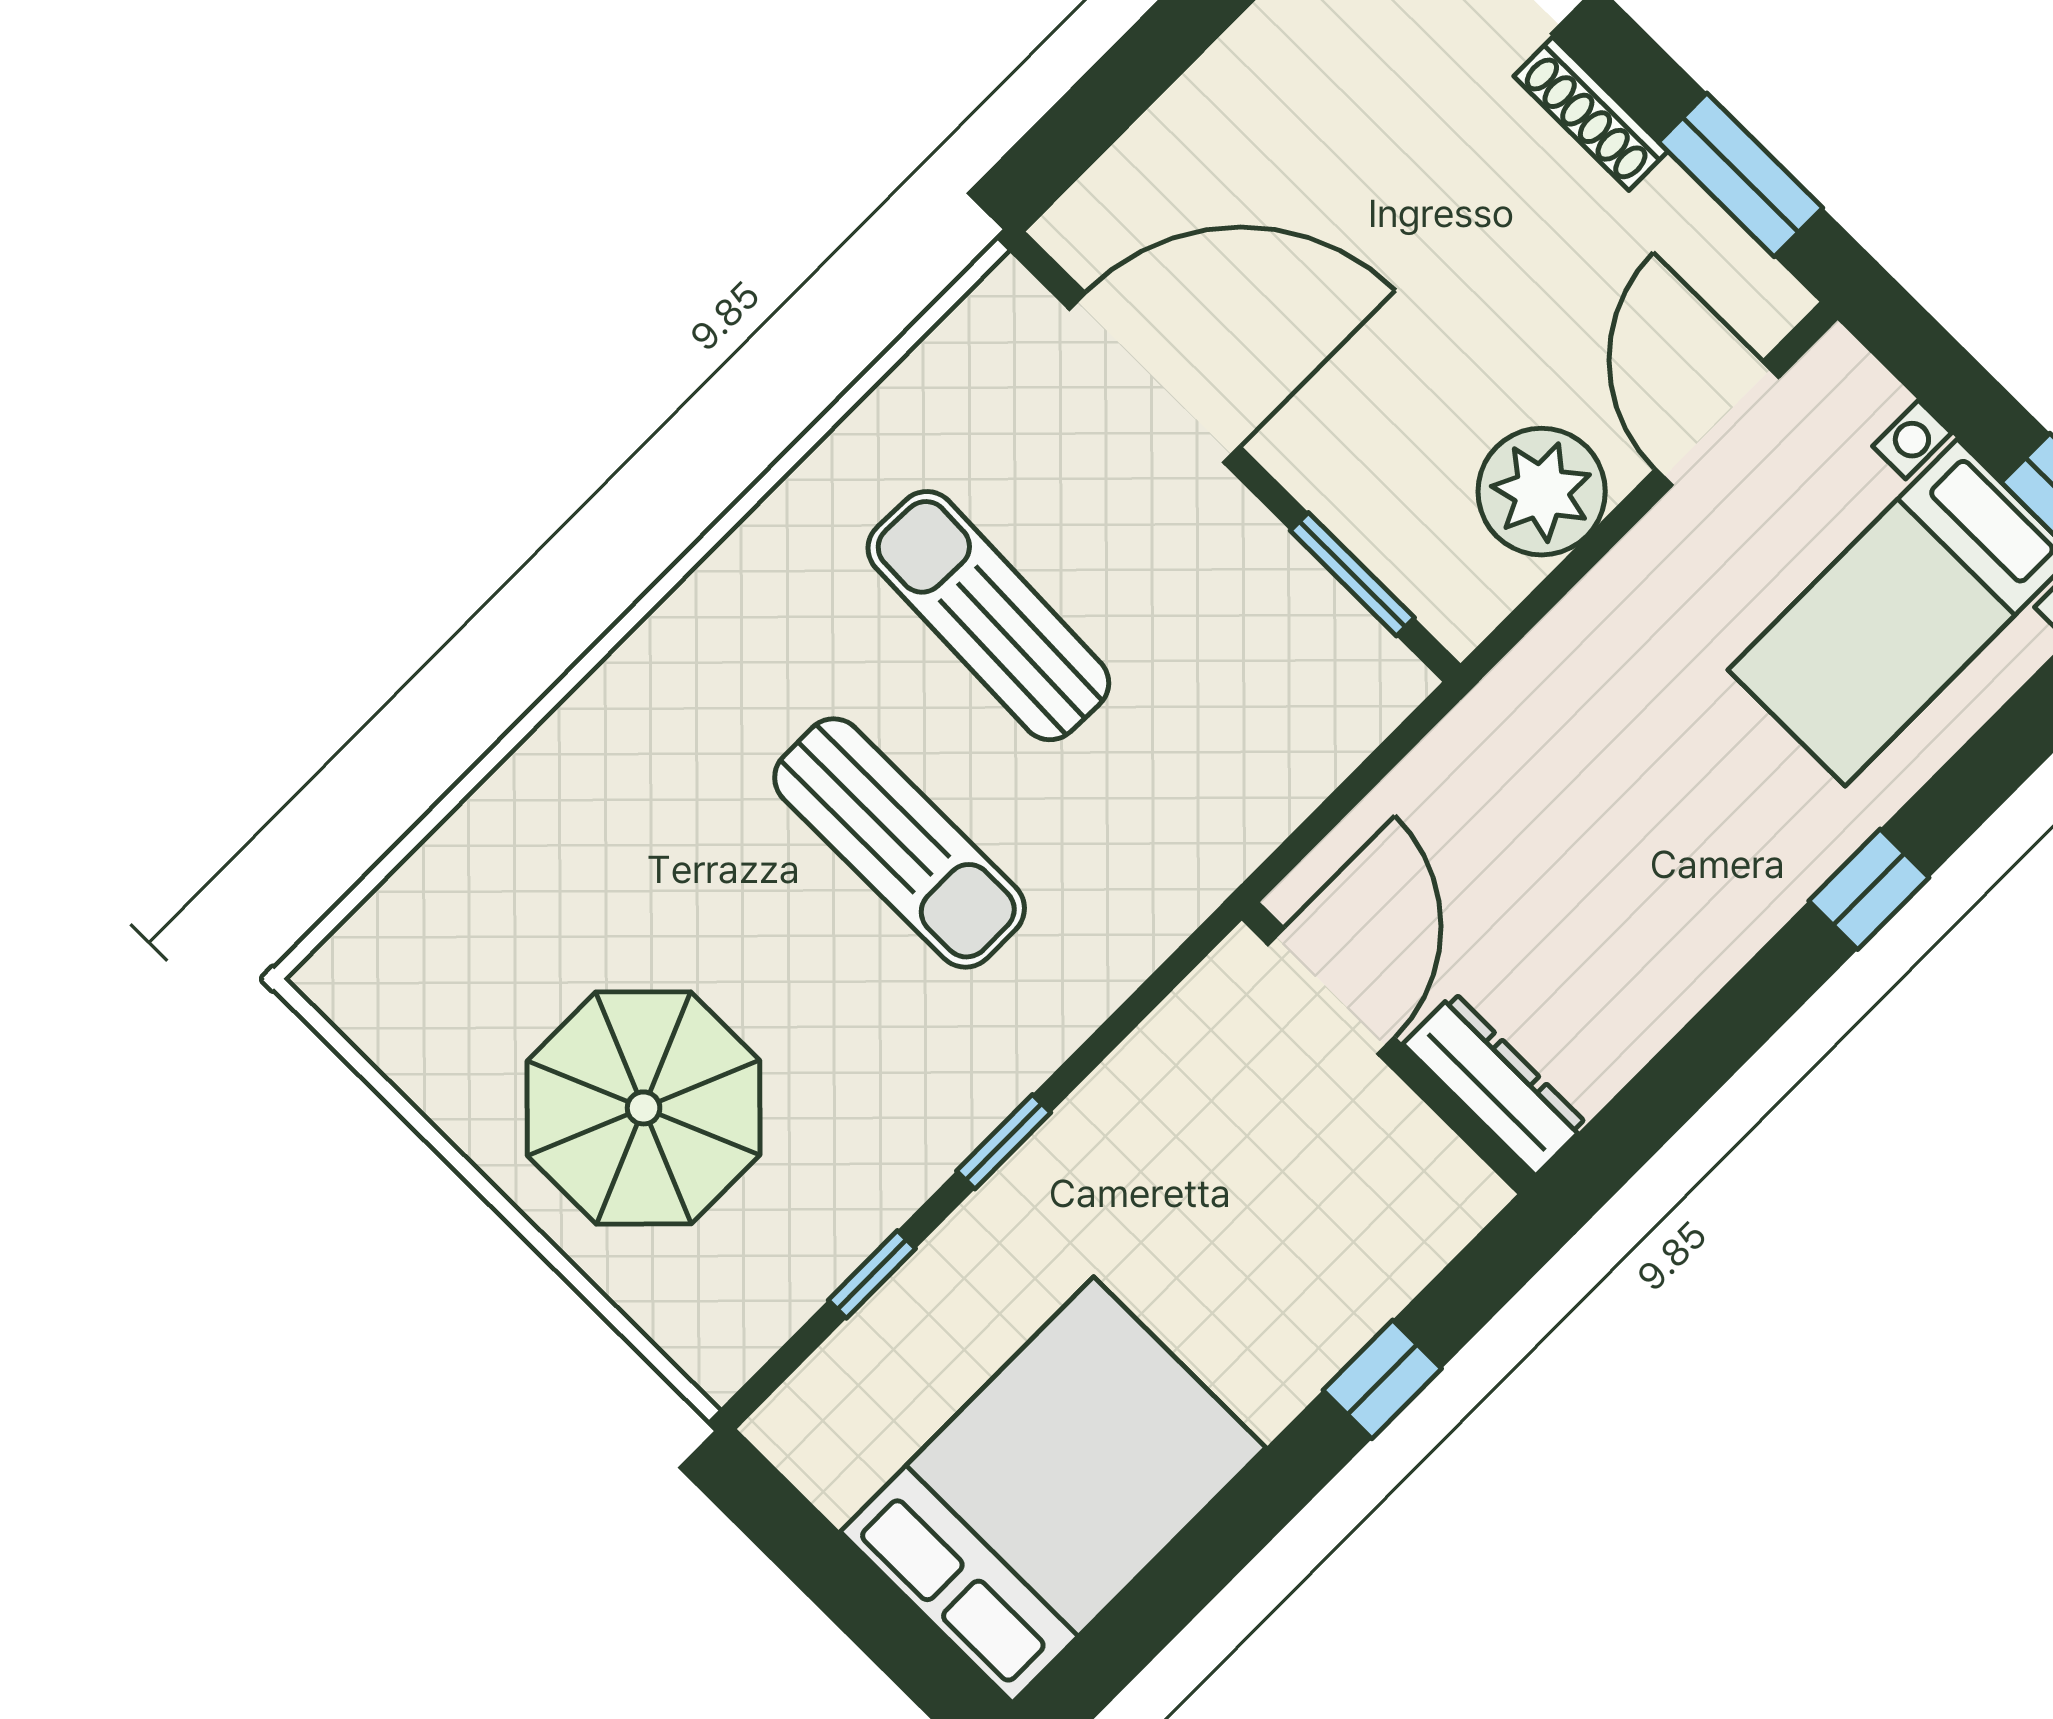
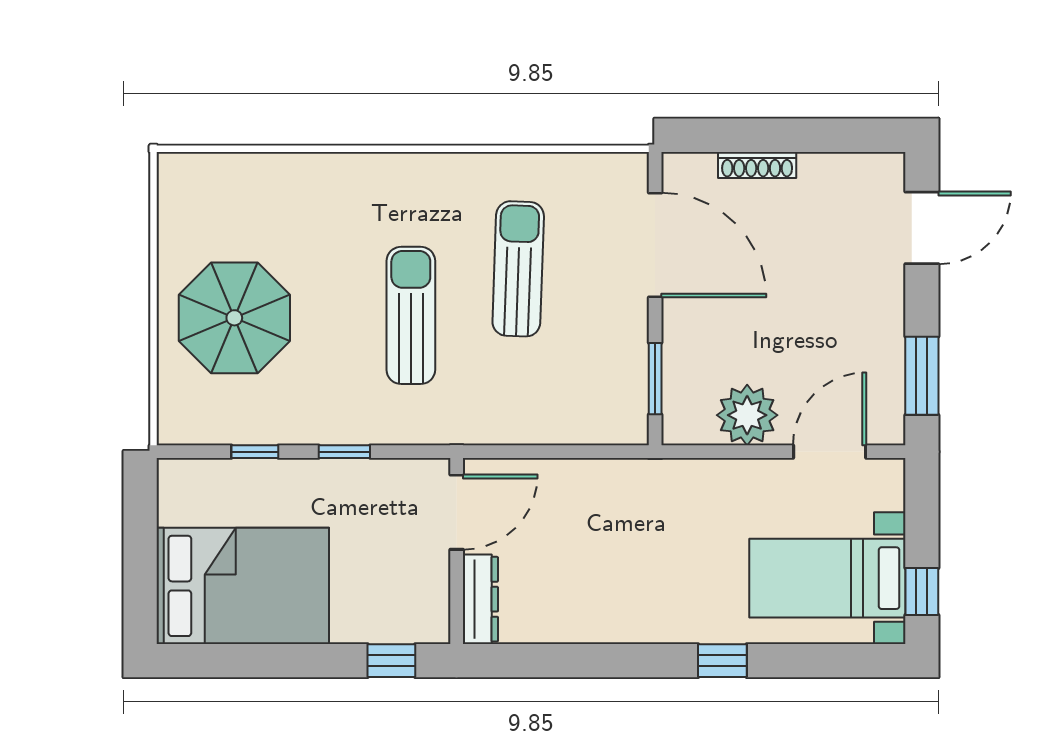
shoe rack: (1591, 114) -> (757, 165), moved, turned -90
sun lounger: (900, 843) -> (411, 315), turned 180
door: (1331, 991) -> (457, 512), moved
wall: (1389, 1048) -> (457, 551), moved
dresser: (1495, 1084) -> (480, 599), moved

